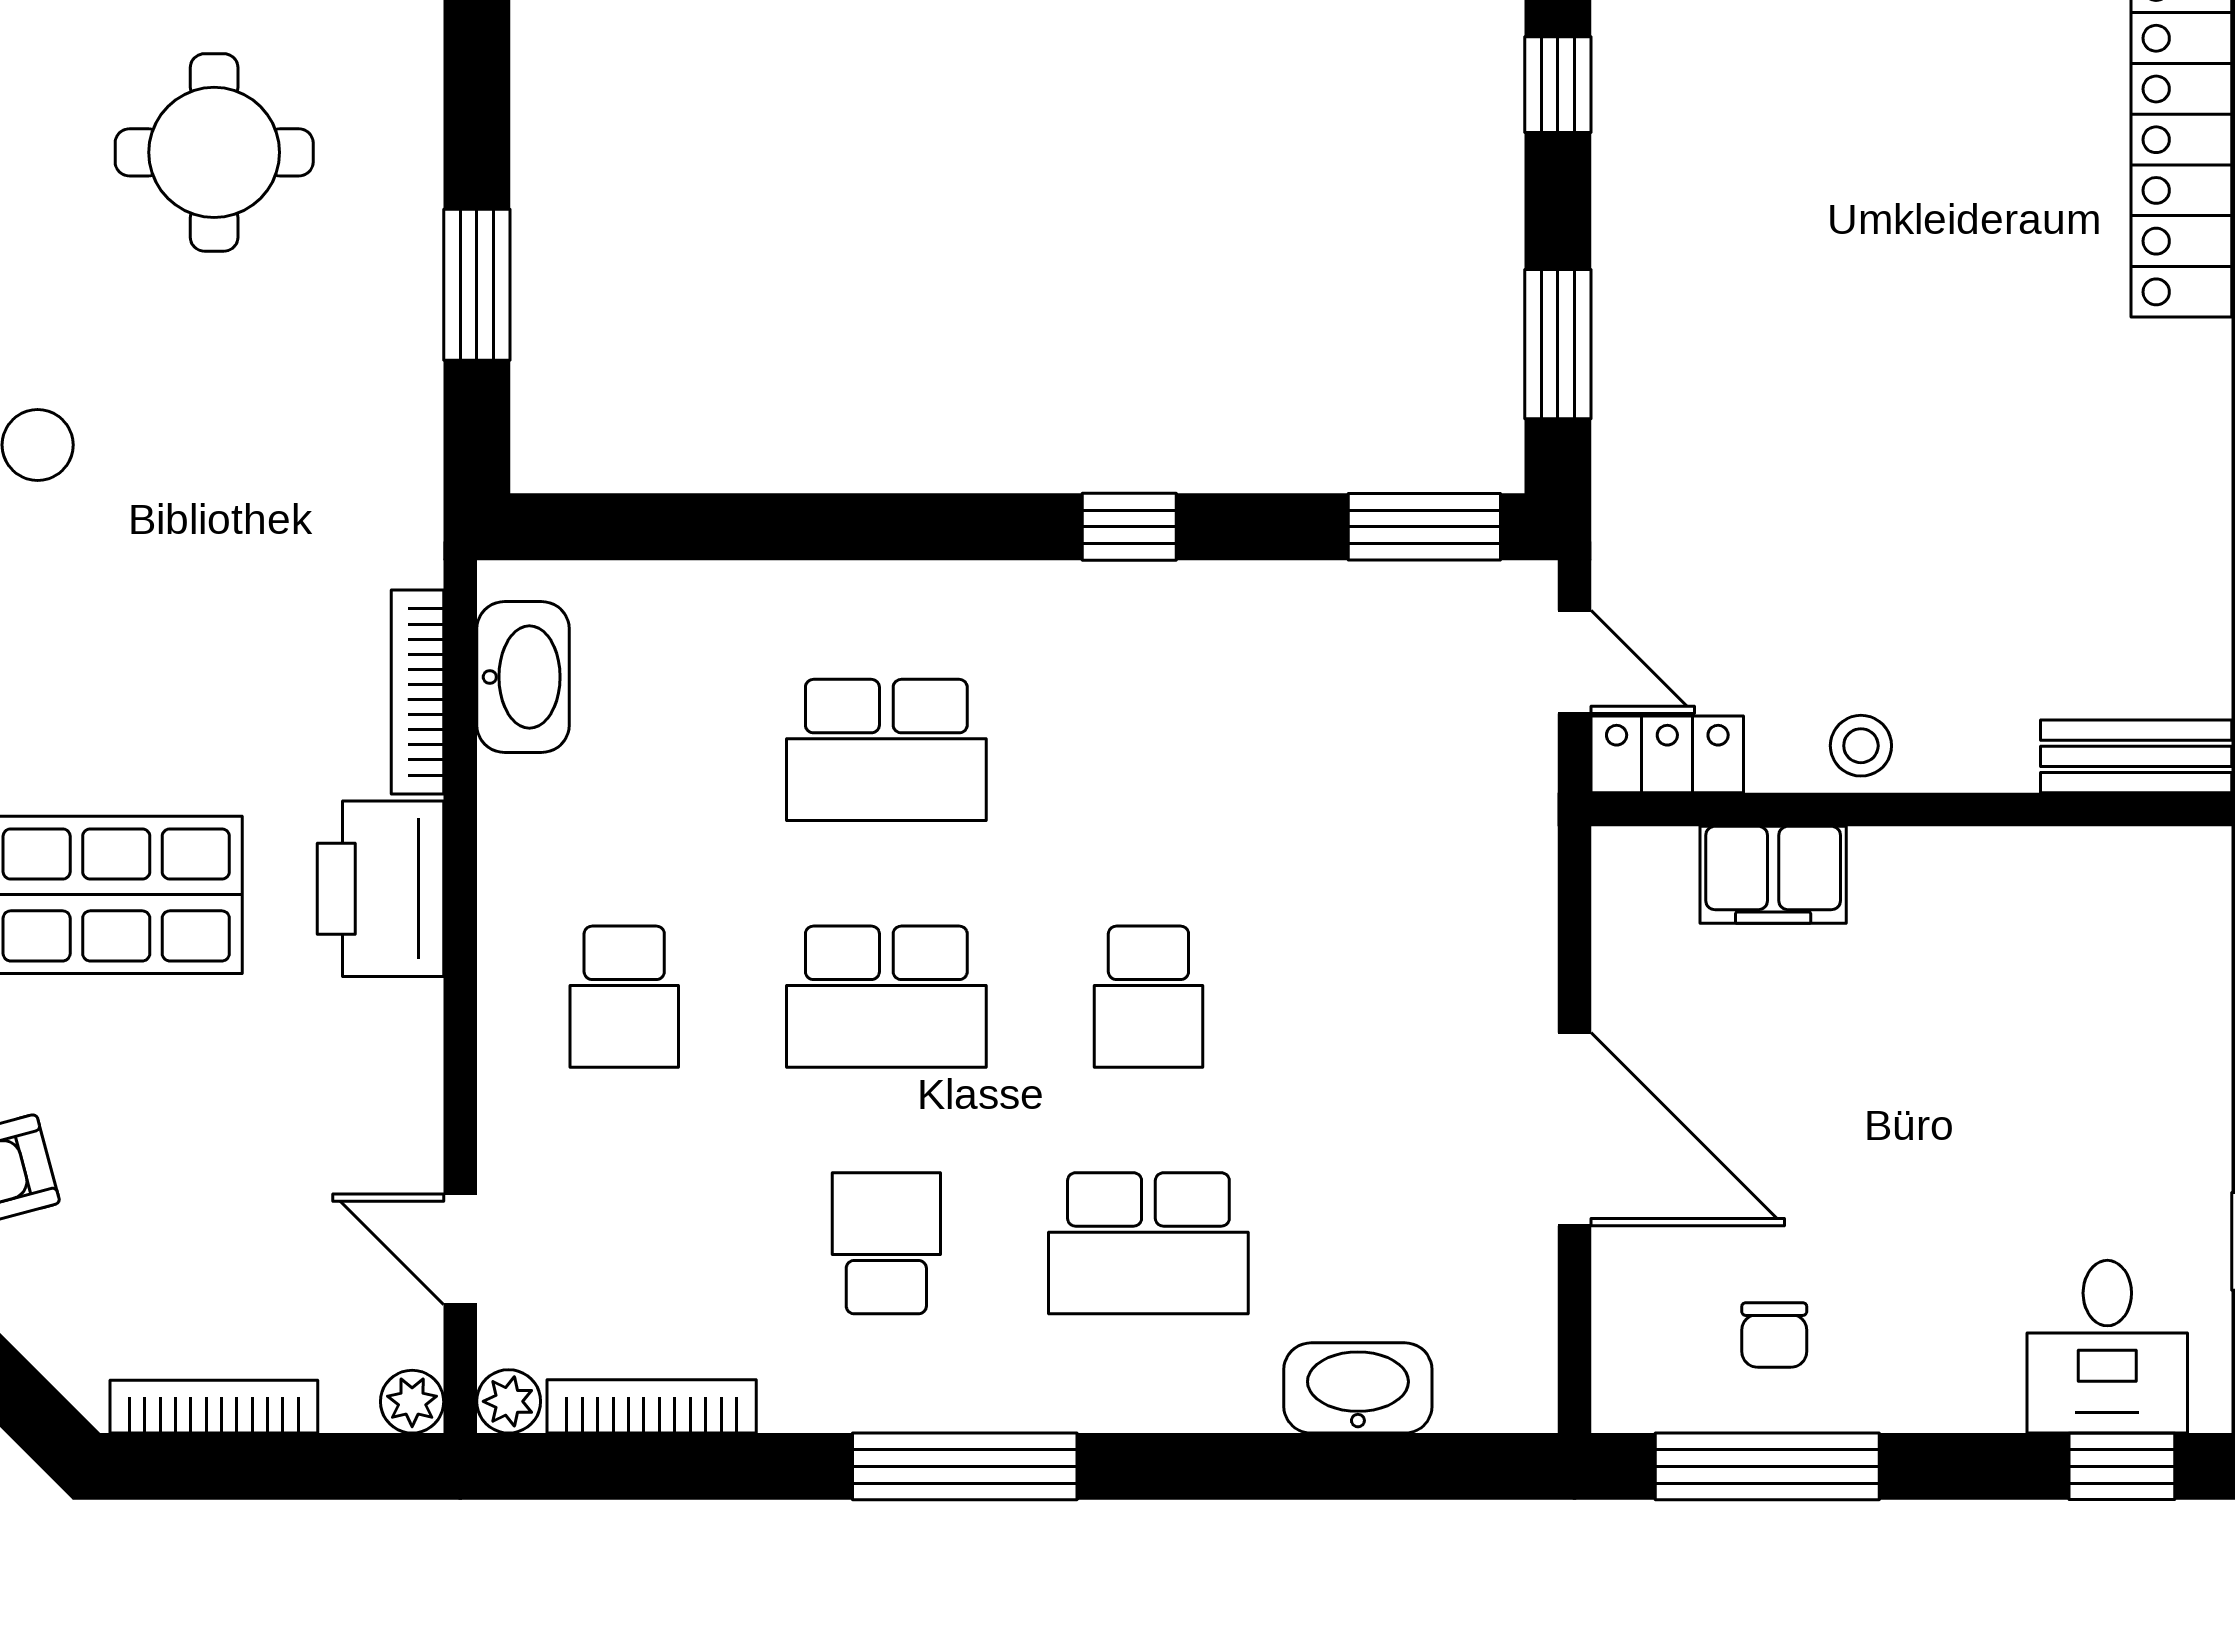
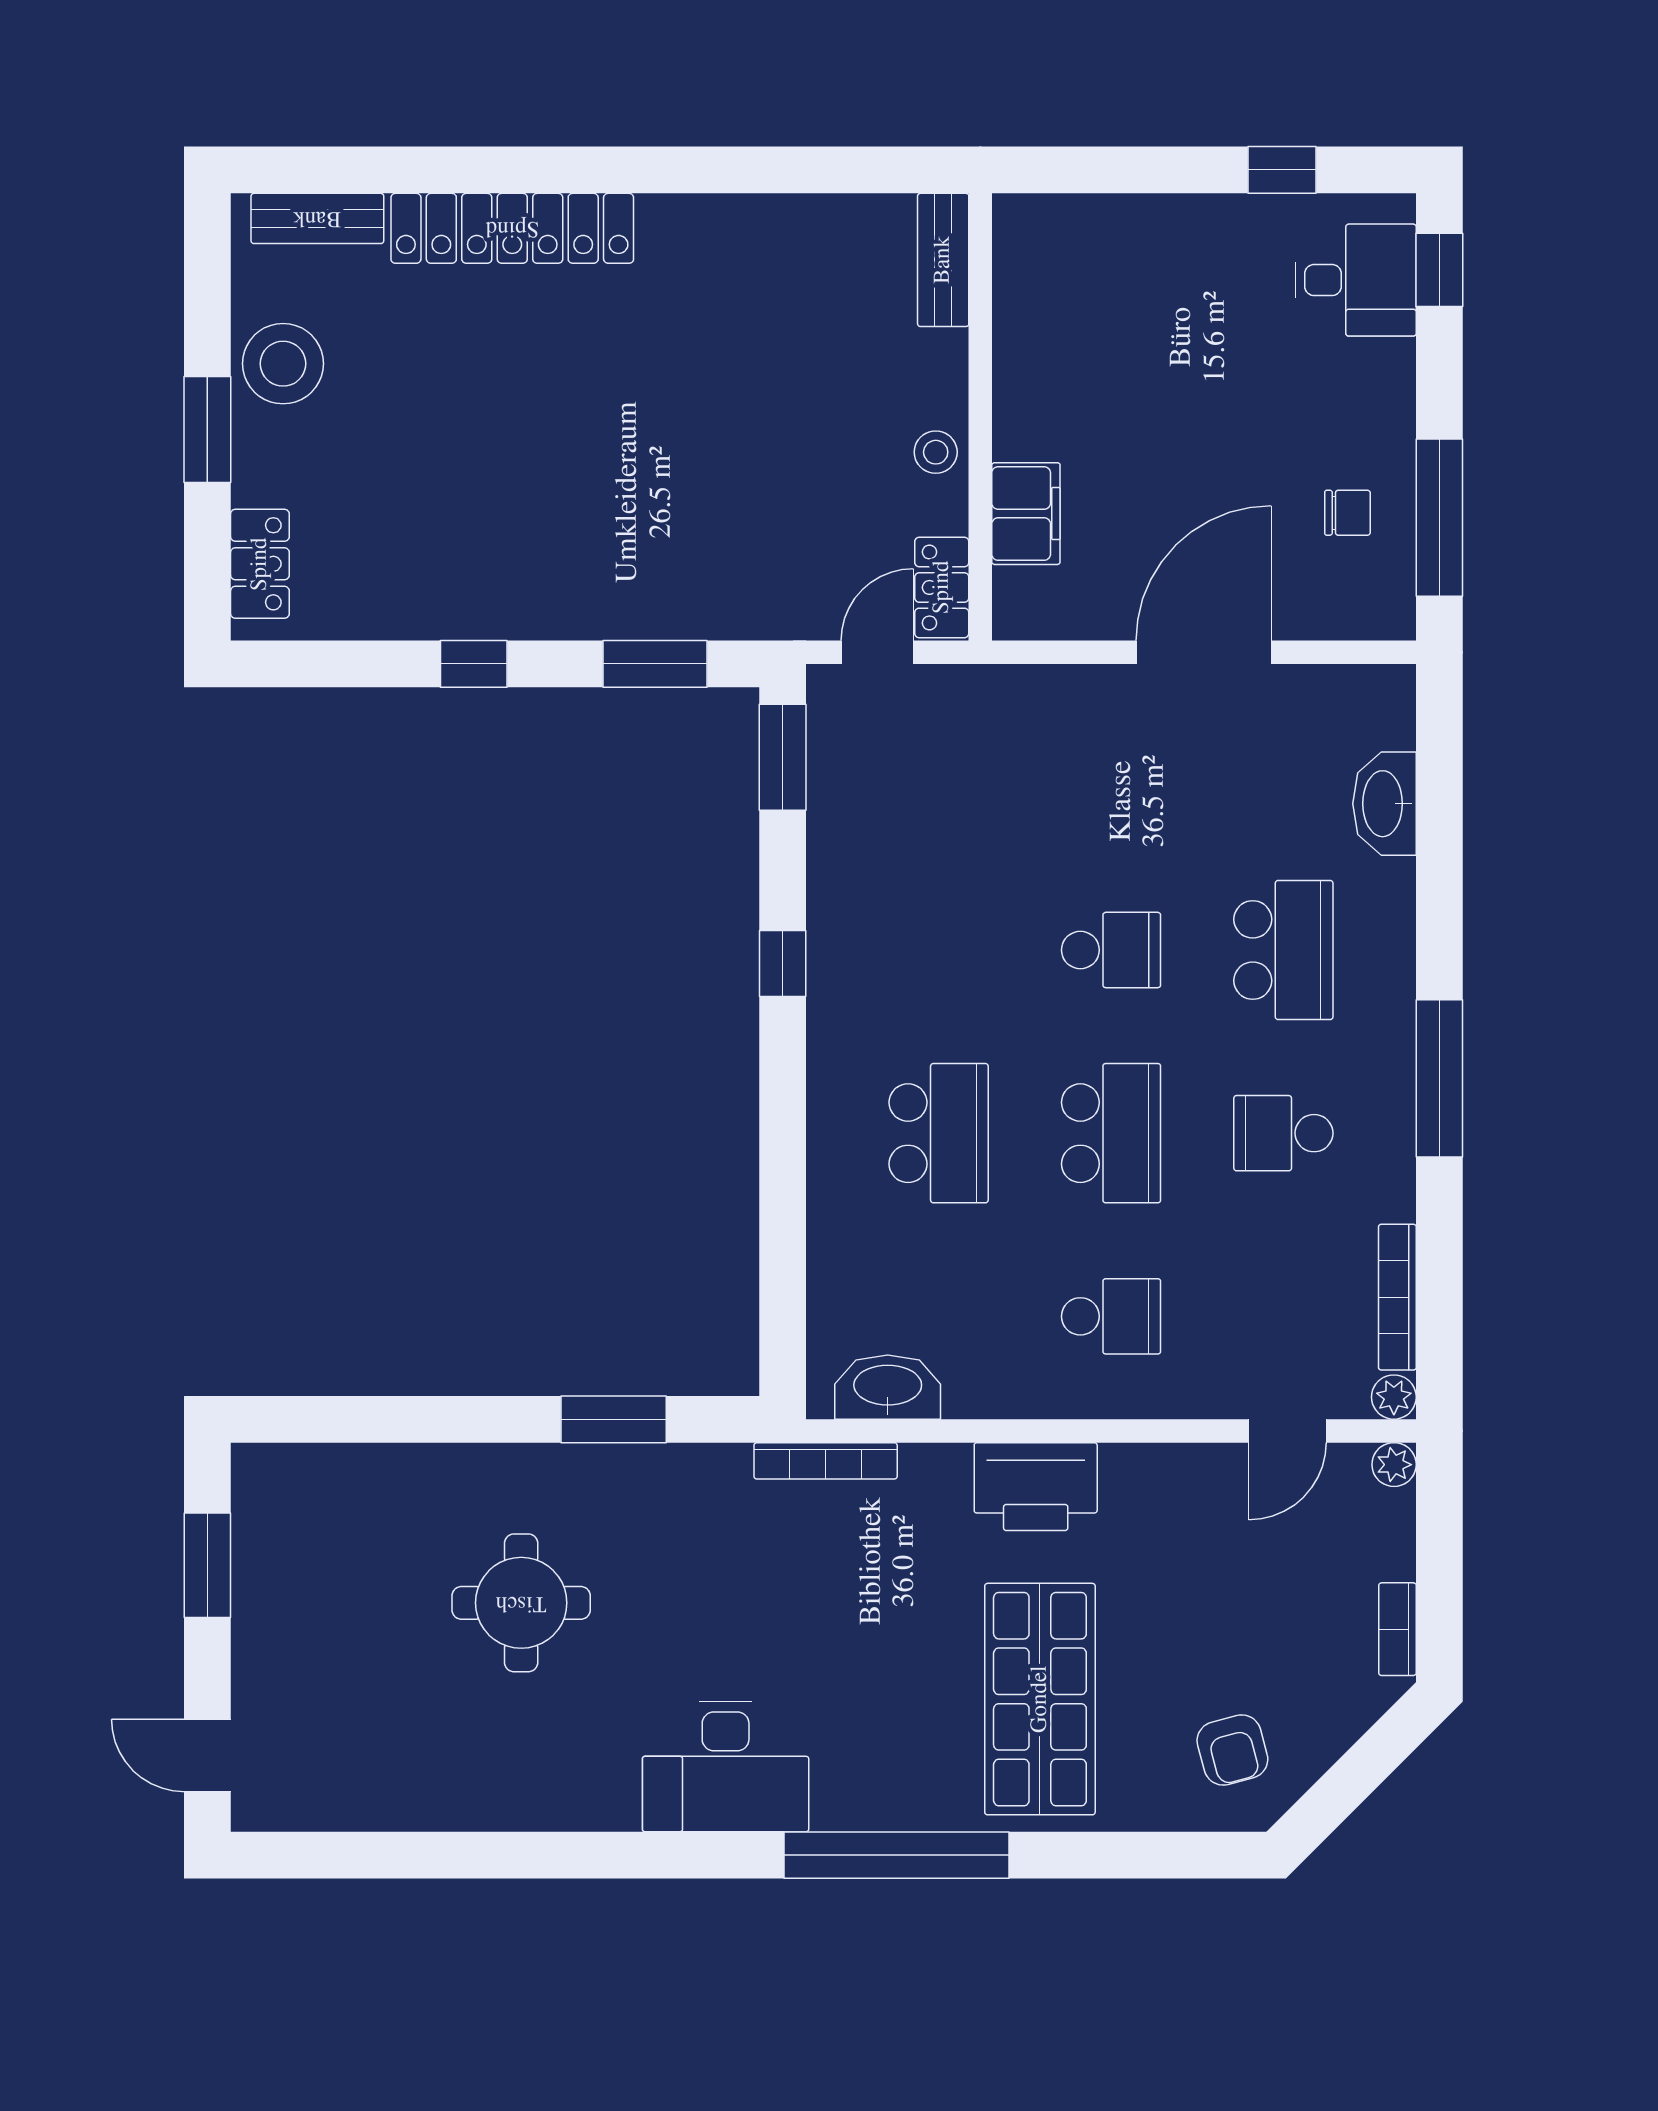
bookcase: (417, 692) -> (826, 1461), moved
bookcase: (214, 1407) -> (1398, 1629), width x0.64

